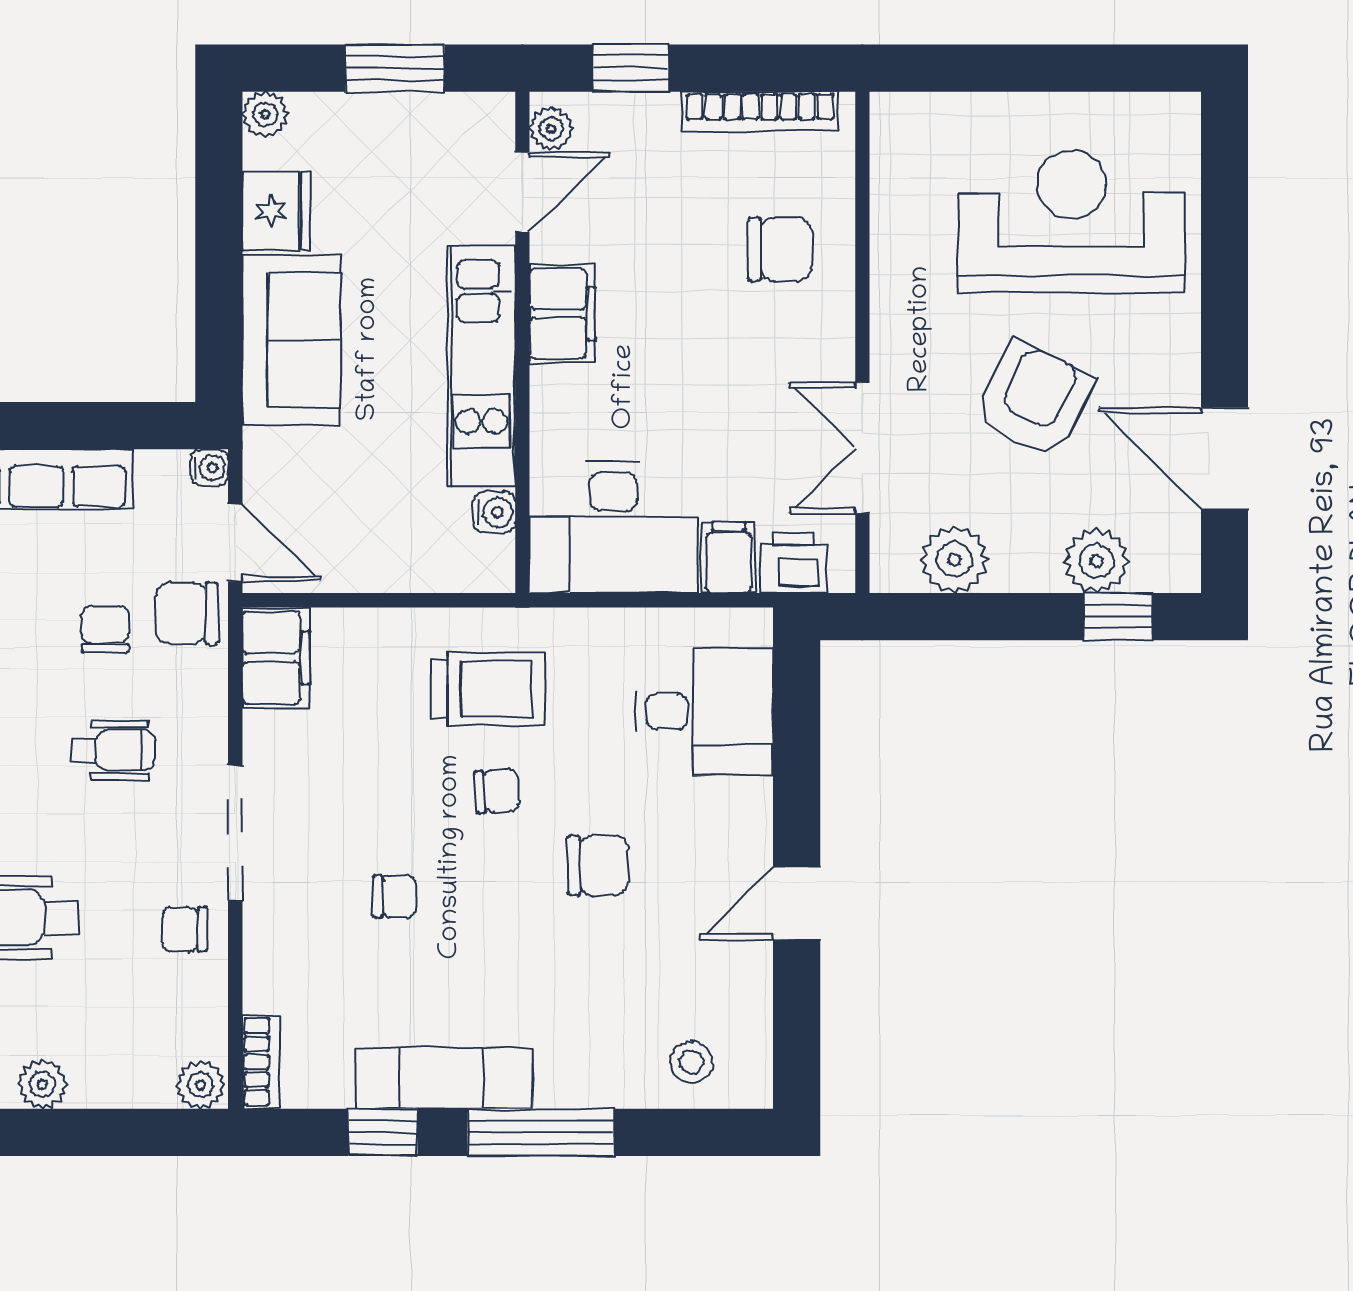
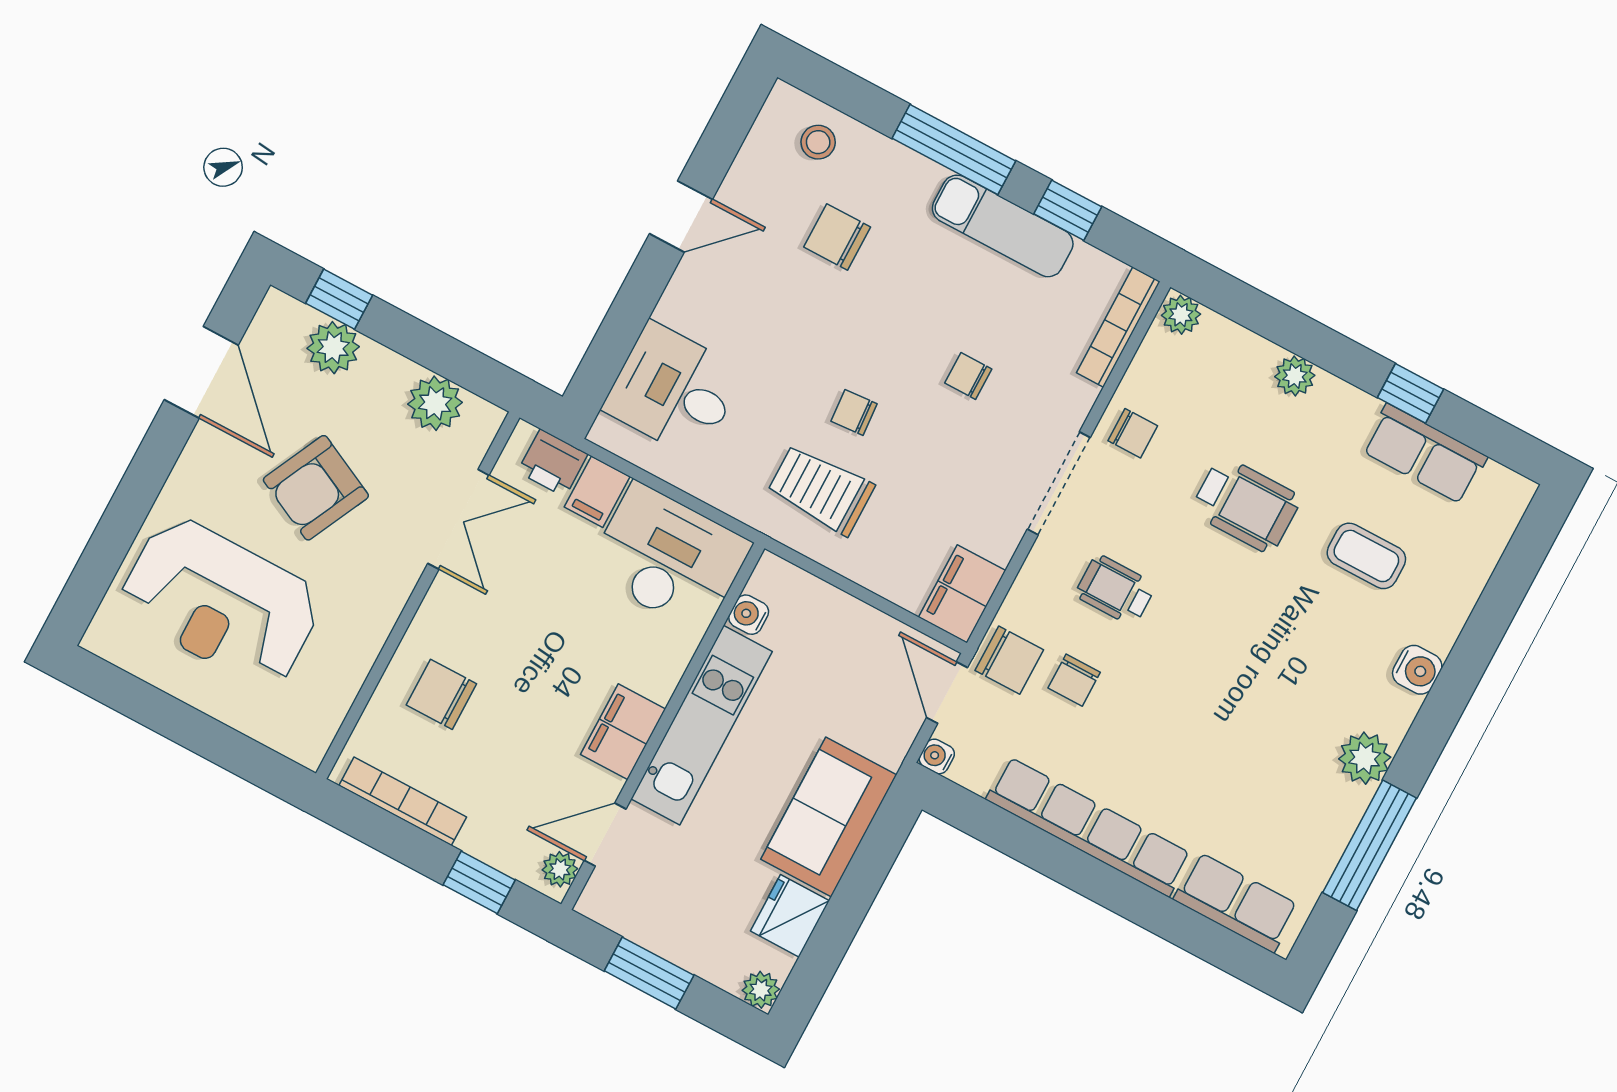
chair: (598, 865) -> (837, 237), moved
bookcase: (261, 1062) -> (1118, 327), width x1.56

